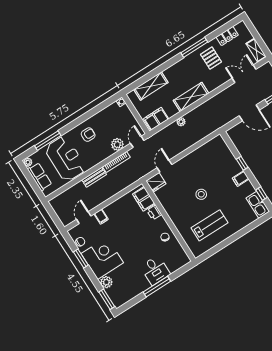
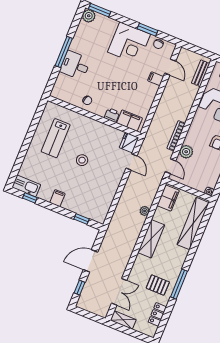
shelving: (151, 86) -> (193, 224), width x1.47
window: (242, 163) -> (82, 219), moved
bench: (94, 177) -> (201, 73), moved
plant: (106, 282) -> (89, 16), moved

